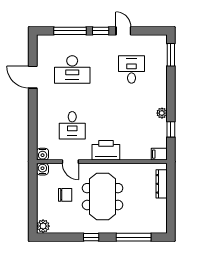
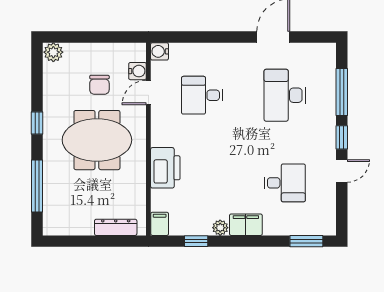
filing cabinet: (160, 96) -> (246, 225), added
printer: (106, 150) -> (165, 168), moved
water cooler: (42, 169) -> (137, 71), moved

